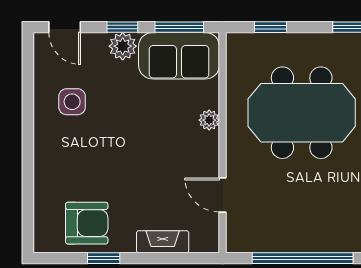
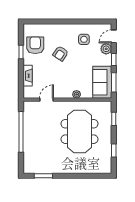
plant: (123, 46) -> (106, 49), moved
armchair: (107, 160) -> (61, 53), added
armchair: (87, 223) -> (35, 45), turned 180

